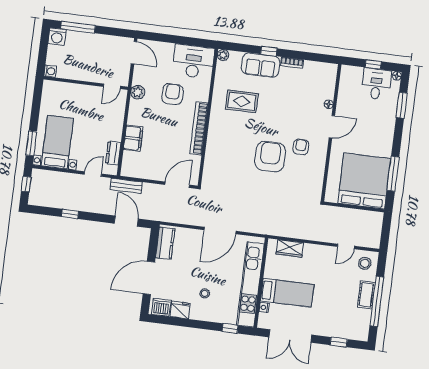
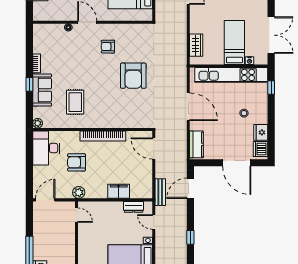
armchair: (270, 157) -> (133, 76), moved, turned -90
kitchen counter: (165, 243) -> (196, 144), moved, turned 90

